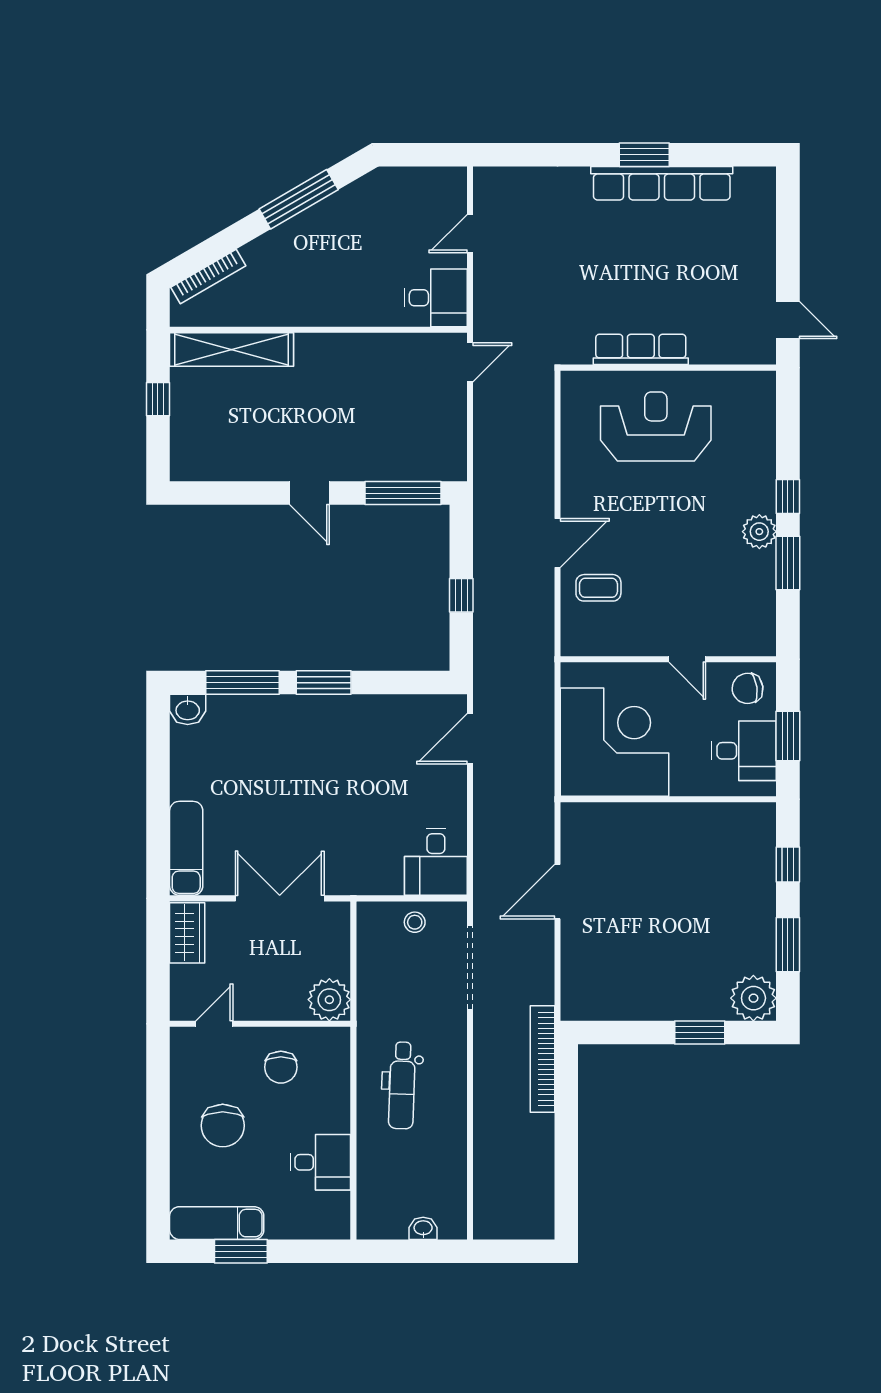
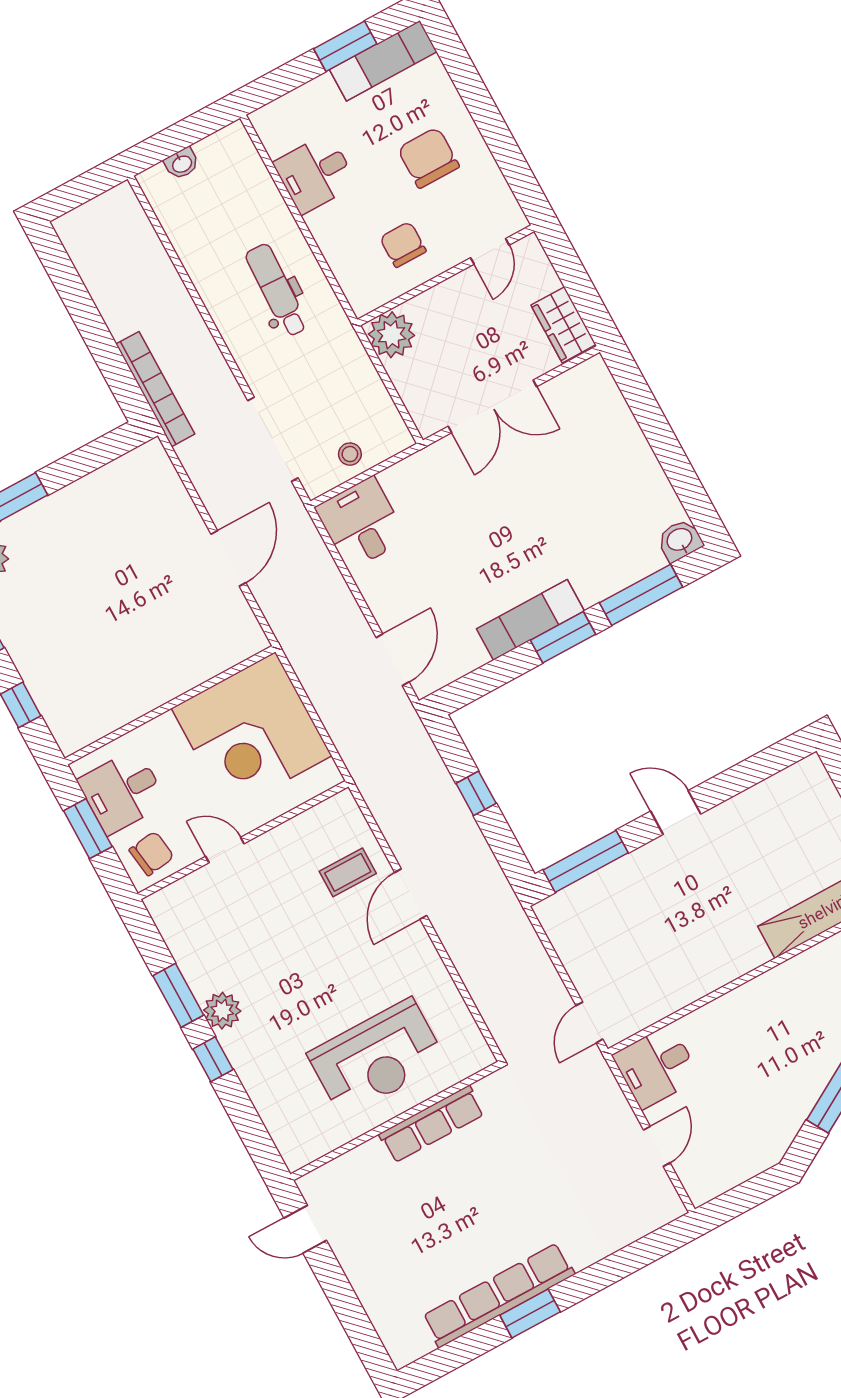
exam couch: (186, 848) -> (530, 620), moved, turned 90

